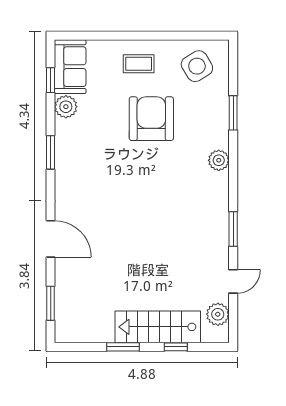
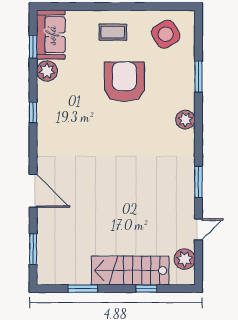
window: (51, 152) -> (33, 112), width x0.67
window: (123, 347) -> (83, 289), moved

